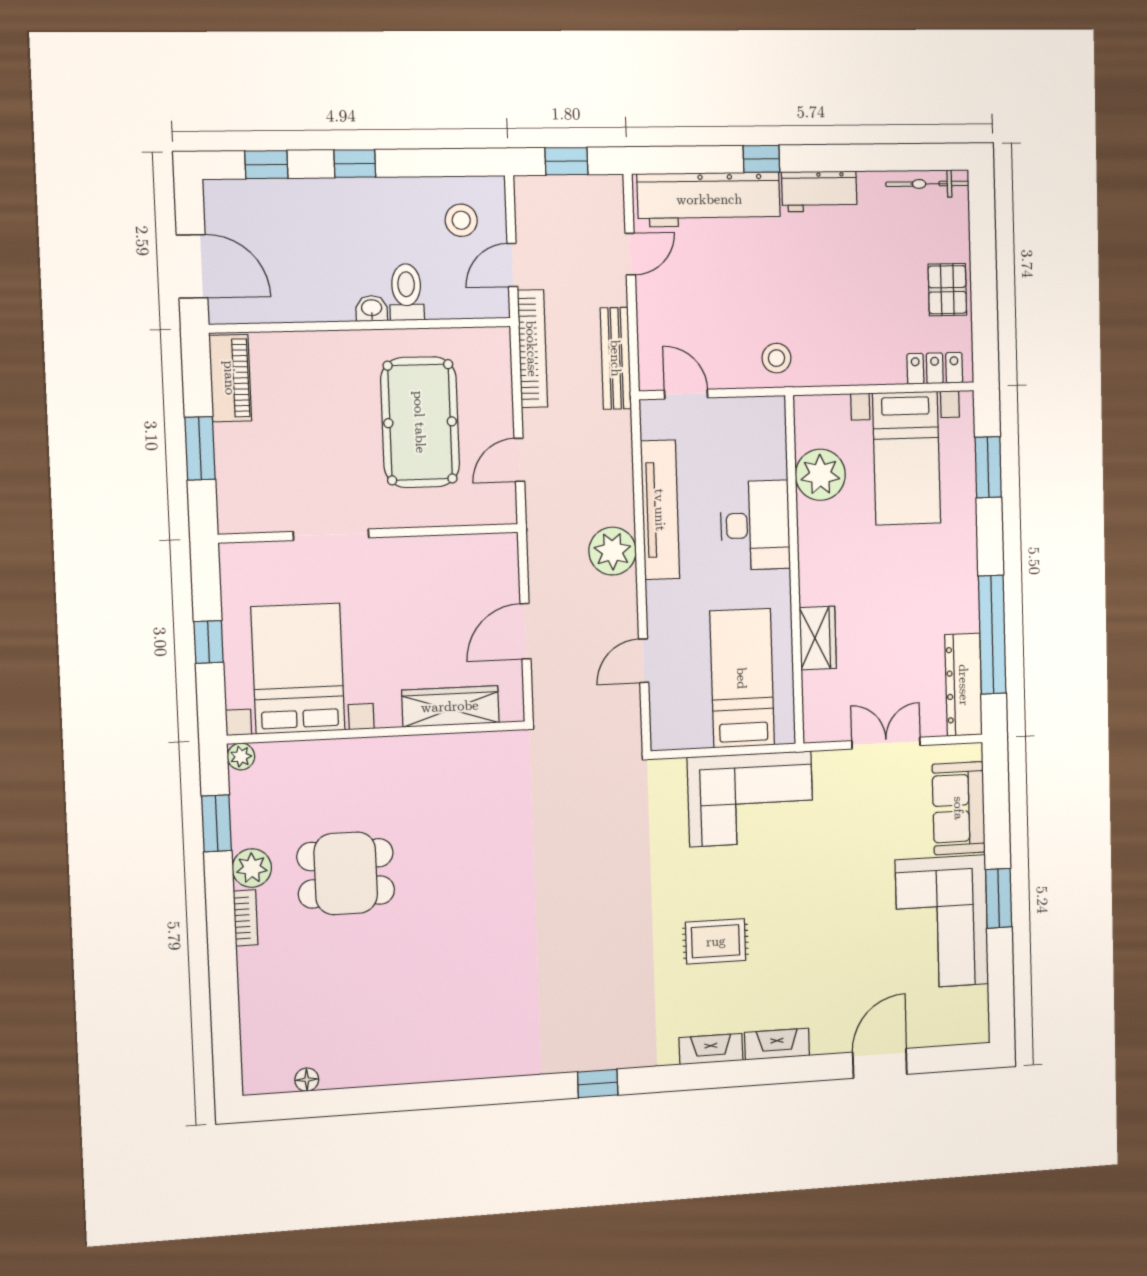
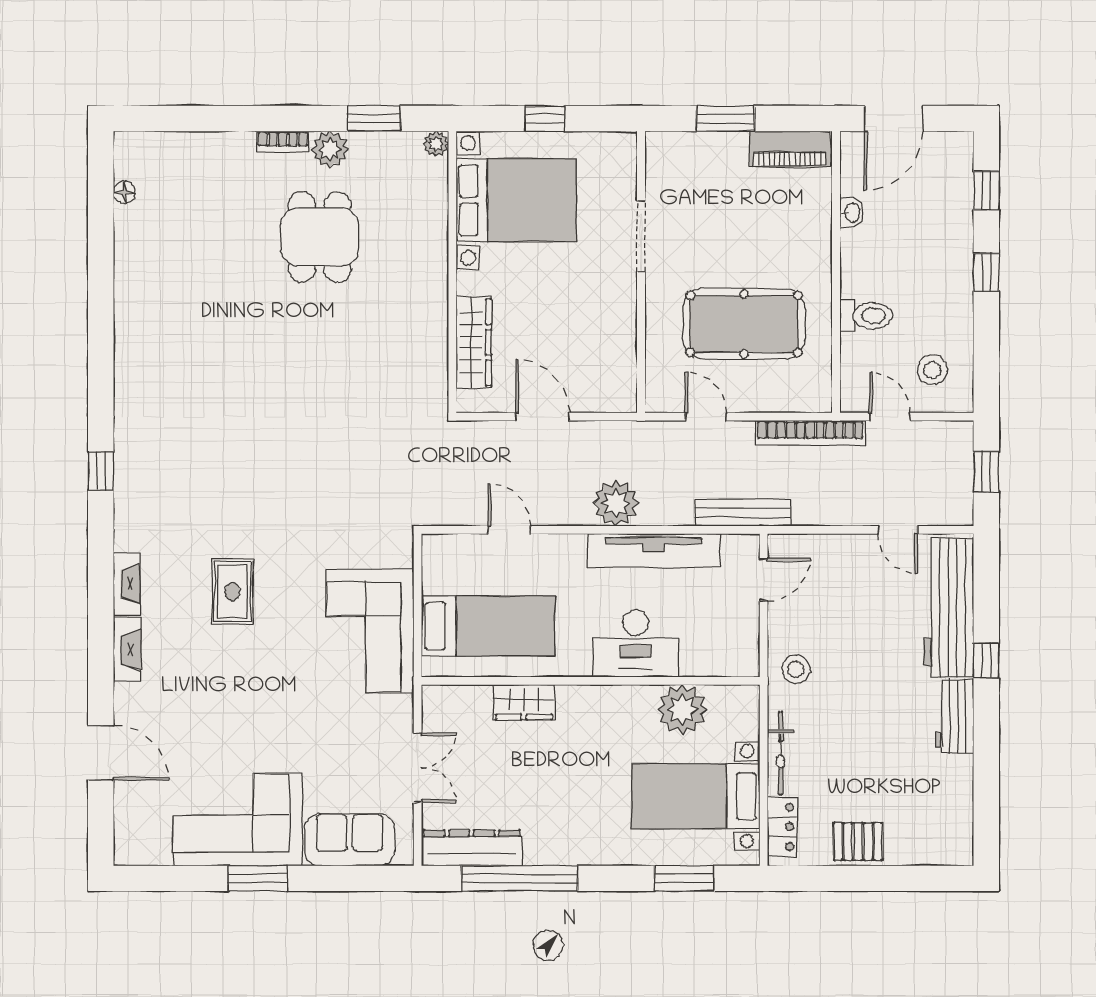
bicycle: (927, 184) -> (781, 753), moved, turned 180
washbasin: (372, 308) -> (852, 213), moved
bench: (616, 358) -> (743, 513), moved

